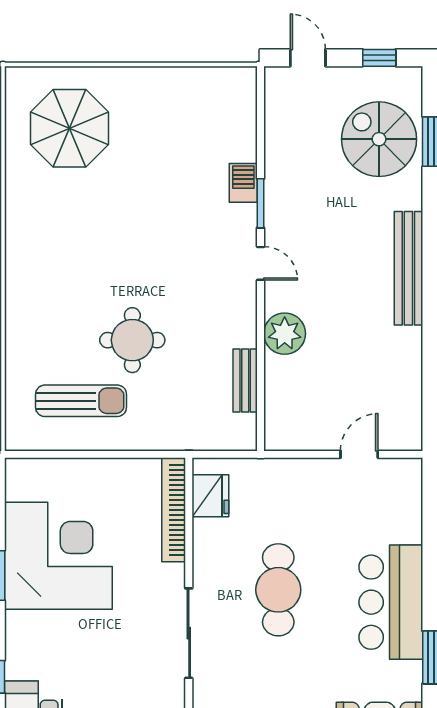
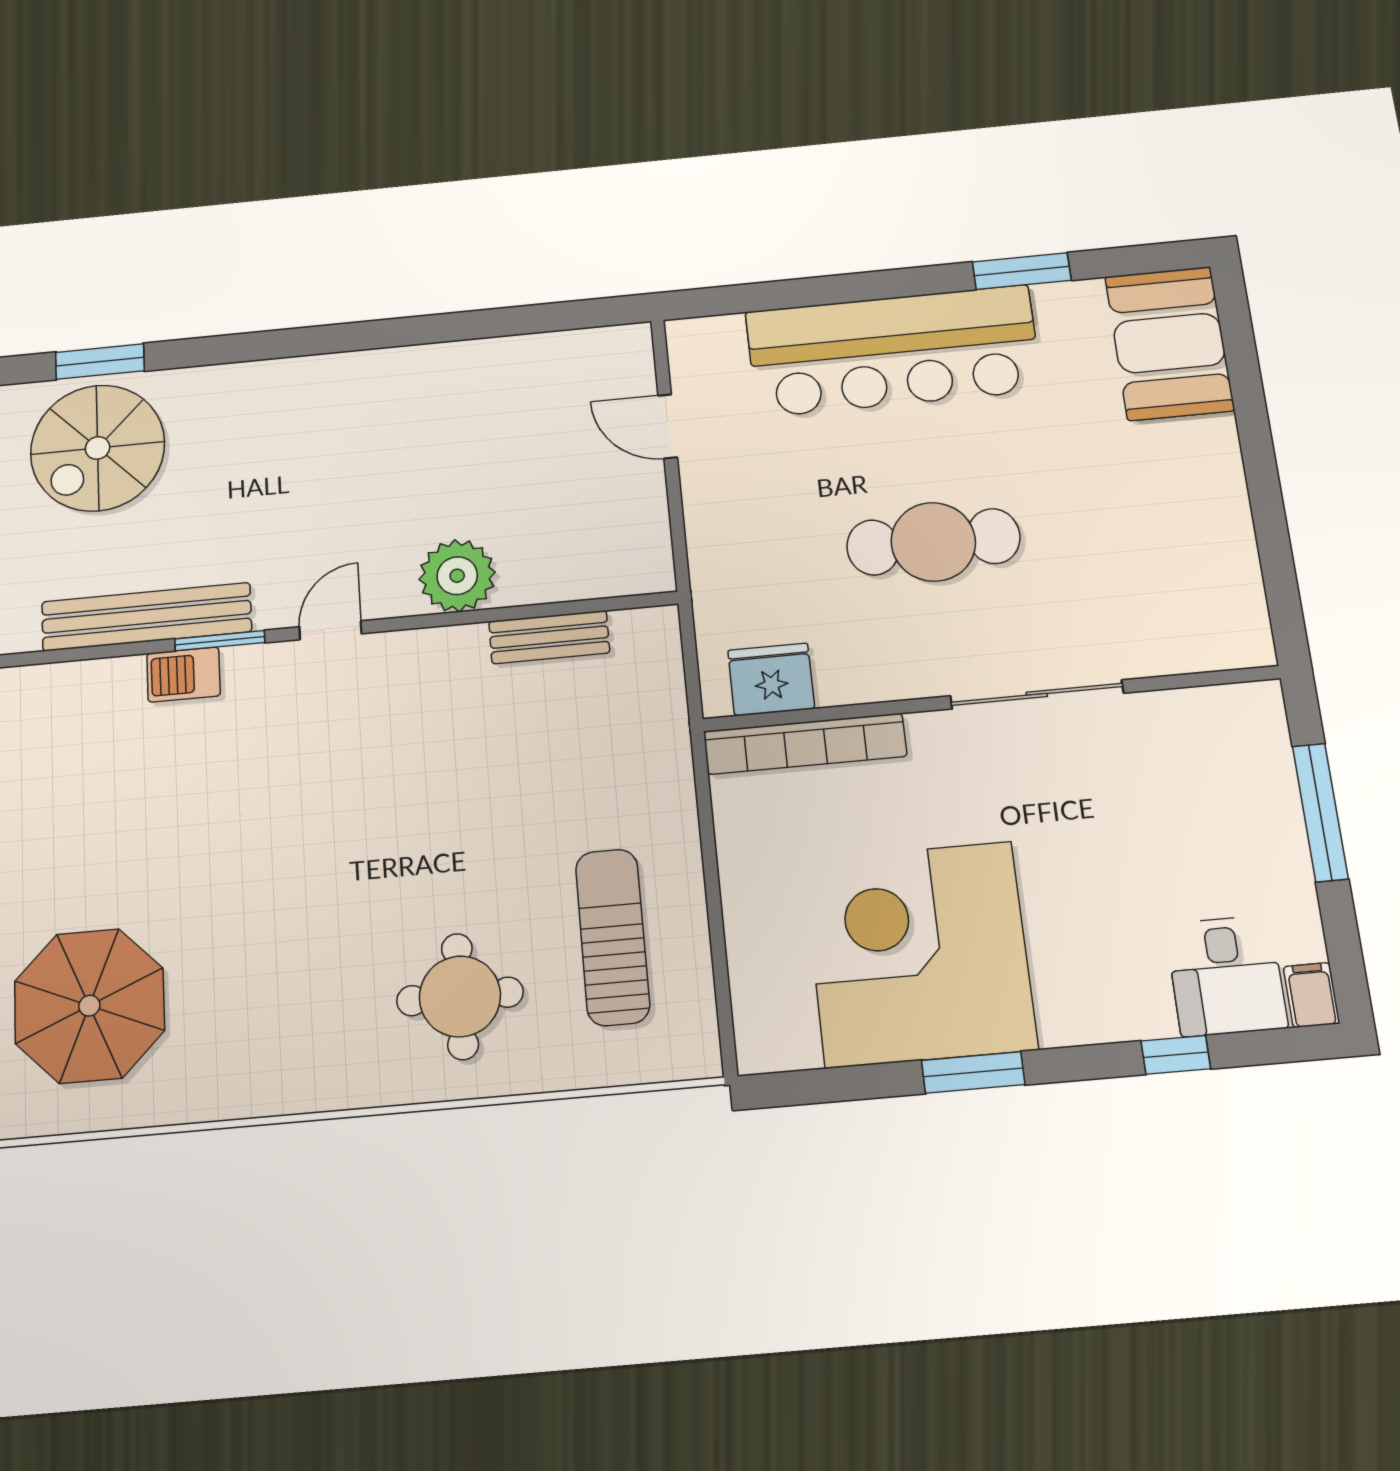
bench: (408, 268) -> (146, 617), moved
round table: (132, 340) -> (460, 996), moved
bar counter: (391, 602) -> (893, 351), width x1.36

